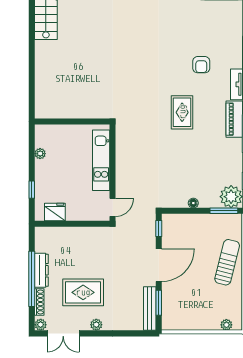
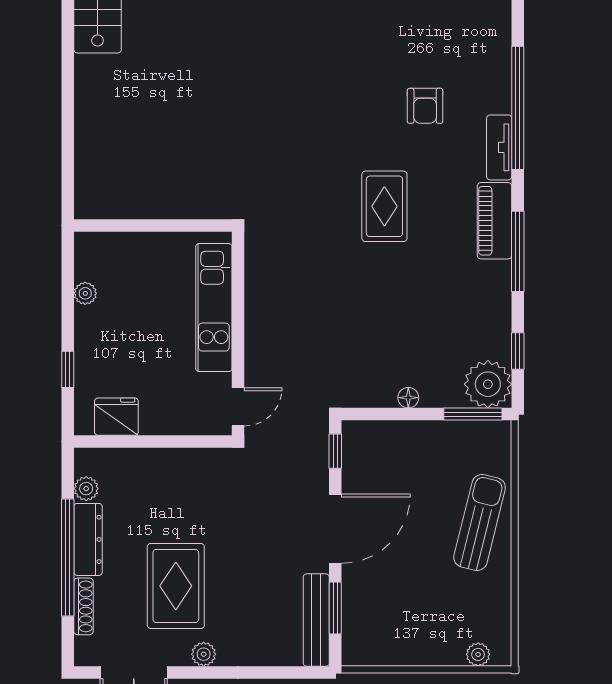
rug: (83, 292) -> (176, 586), turned 90
plant: (41, 325) -> (86, 489), moved

